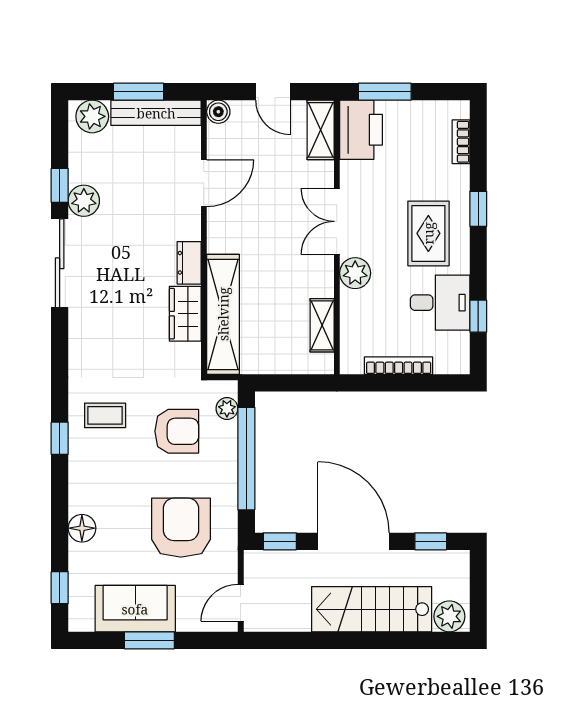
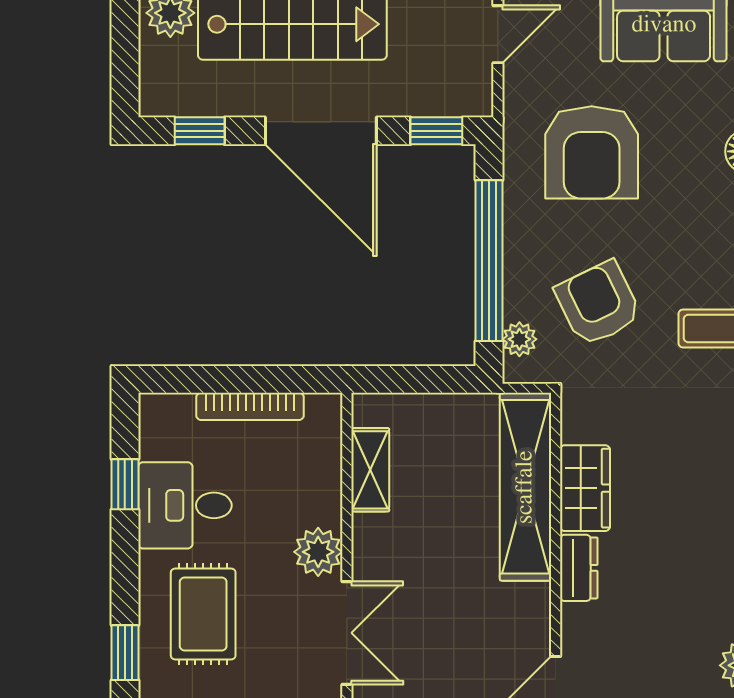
armchair: (177, 431) -> (598, 303), turned 64

